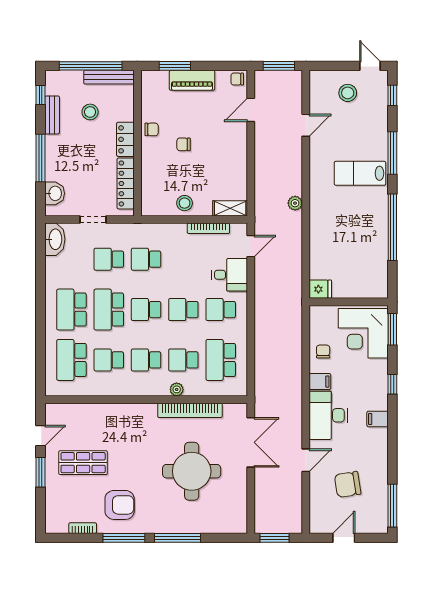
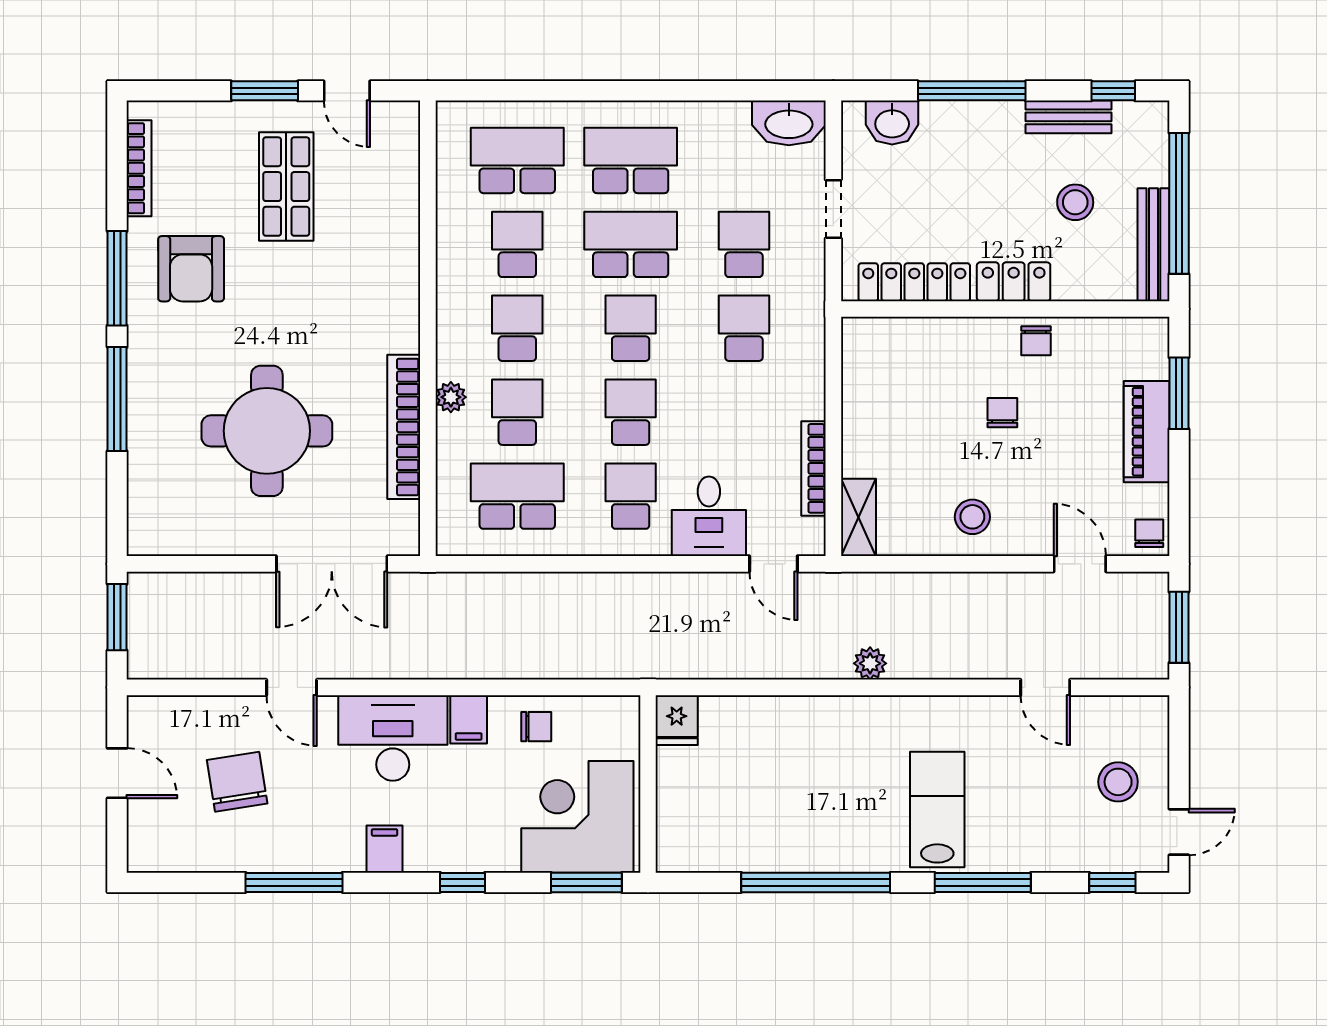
stool: (185, 203) -> (972, 517), moved
window: (392, 506) -> (294, 882), moved
bookcase: (83, 528) -> (139, 168), width x1.56

